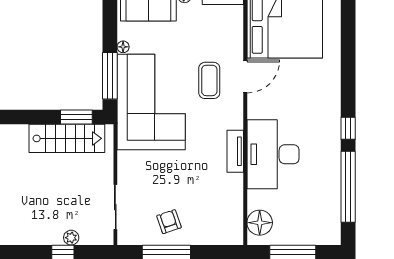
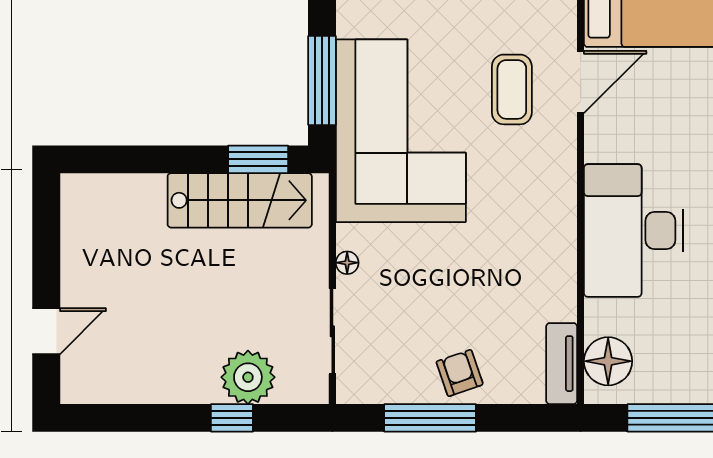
floor lamp: (123, 47) -> (347, 263), moved
tv unit: (235, 151) -> (562, 364), moved
armchair: (169, 222) -> (460, 373), moved
plant: (71, 238) -> (248, 377), width x1.88, depth x1.88

